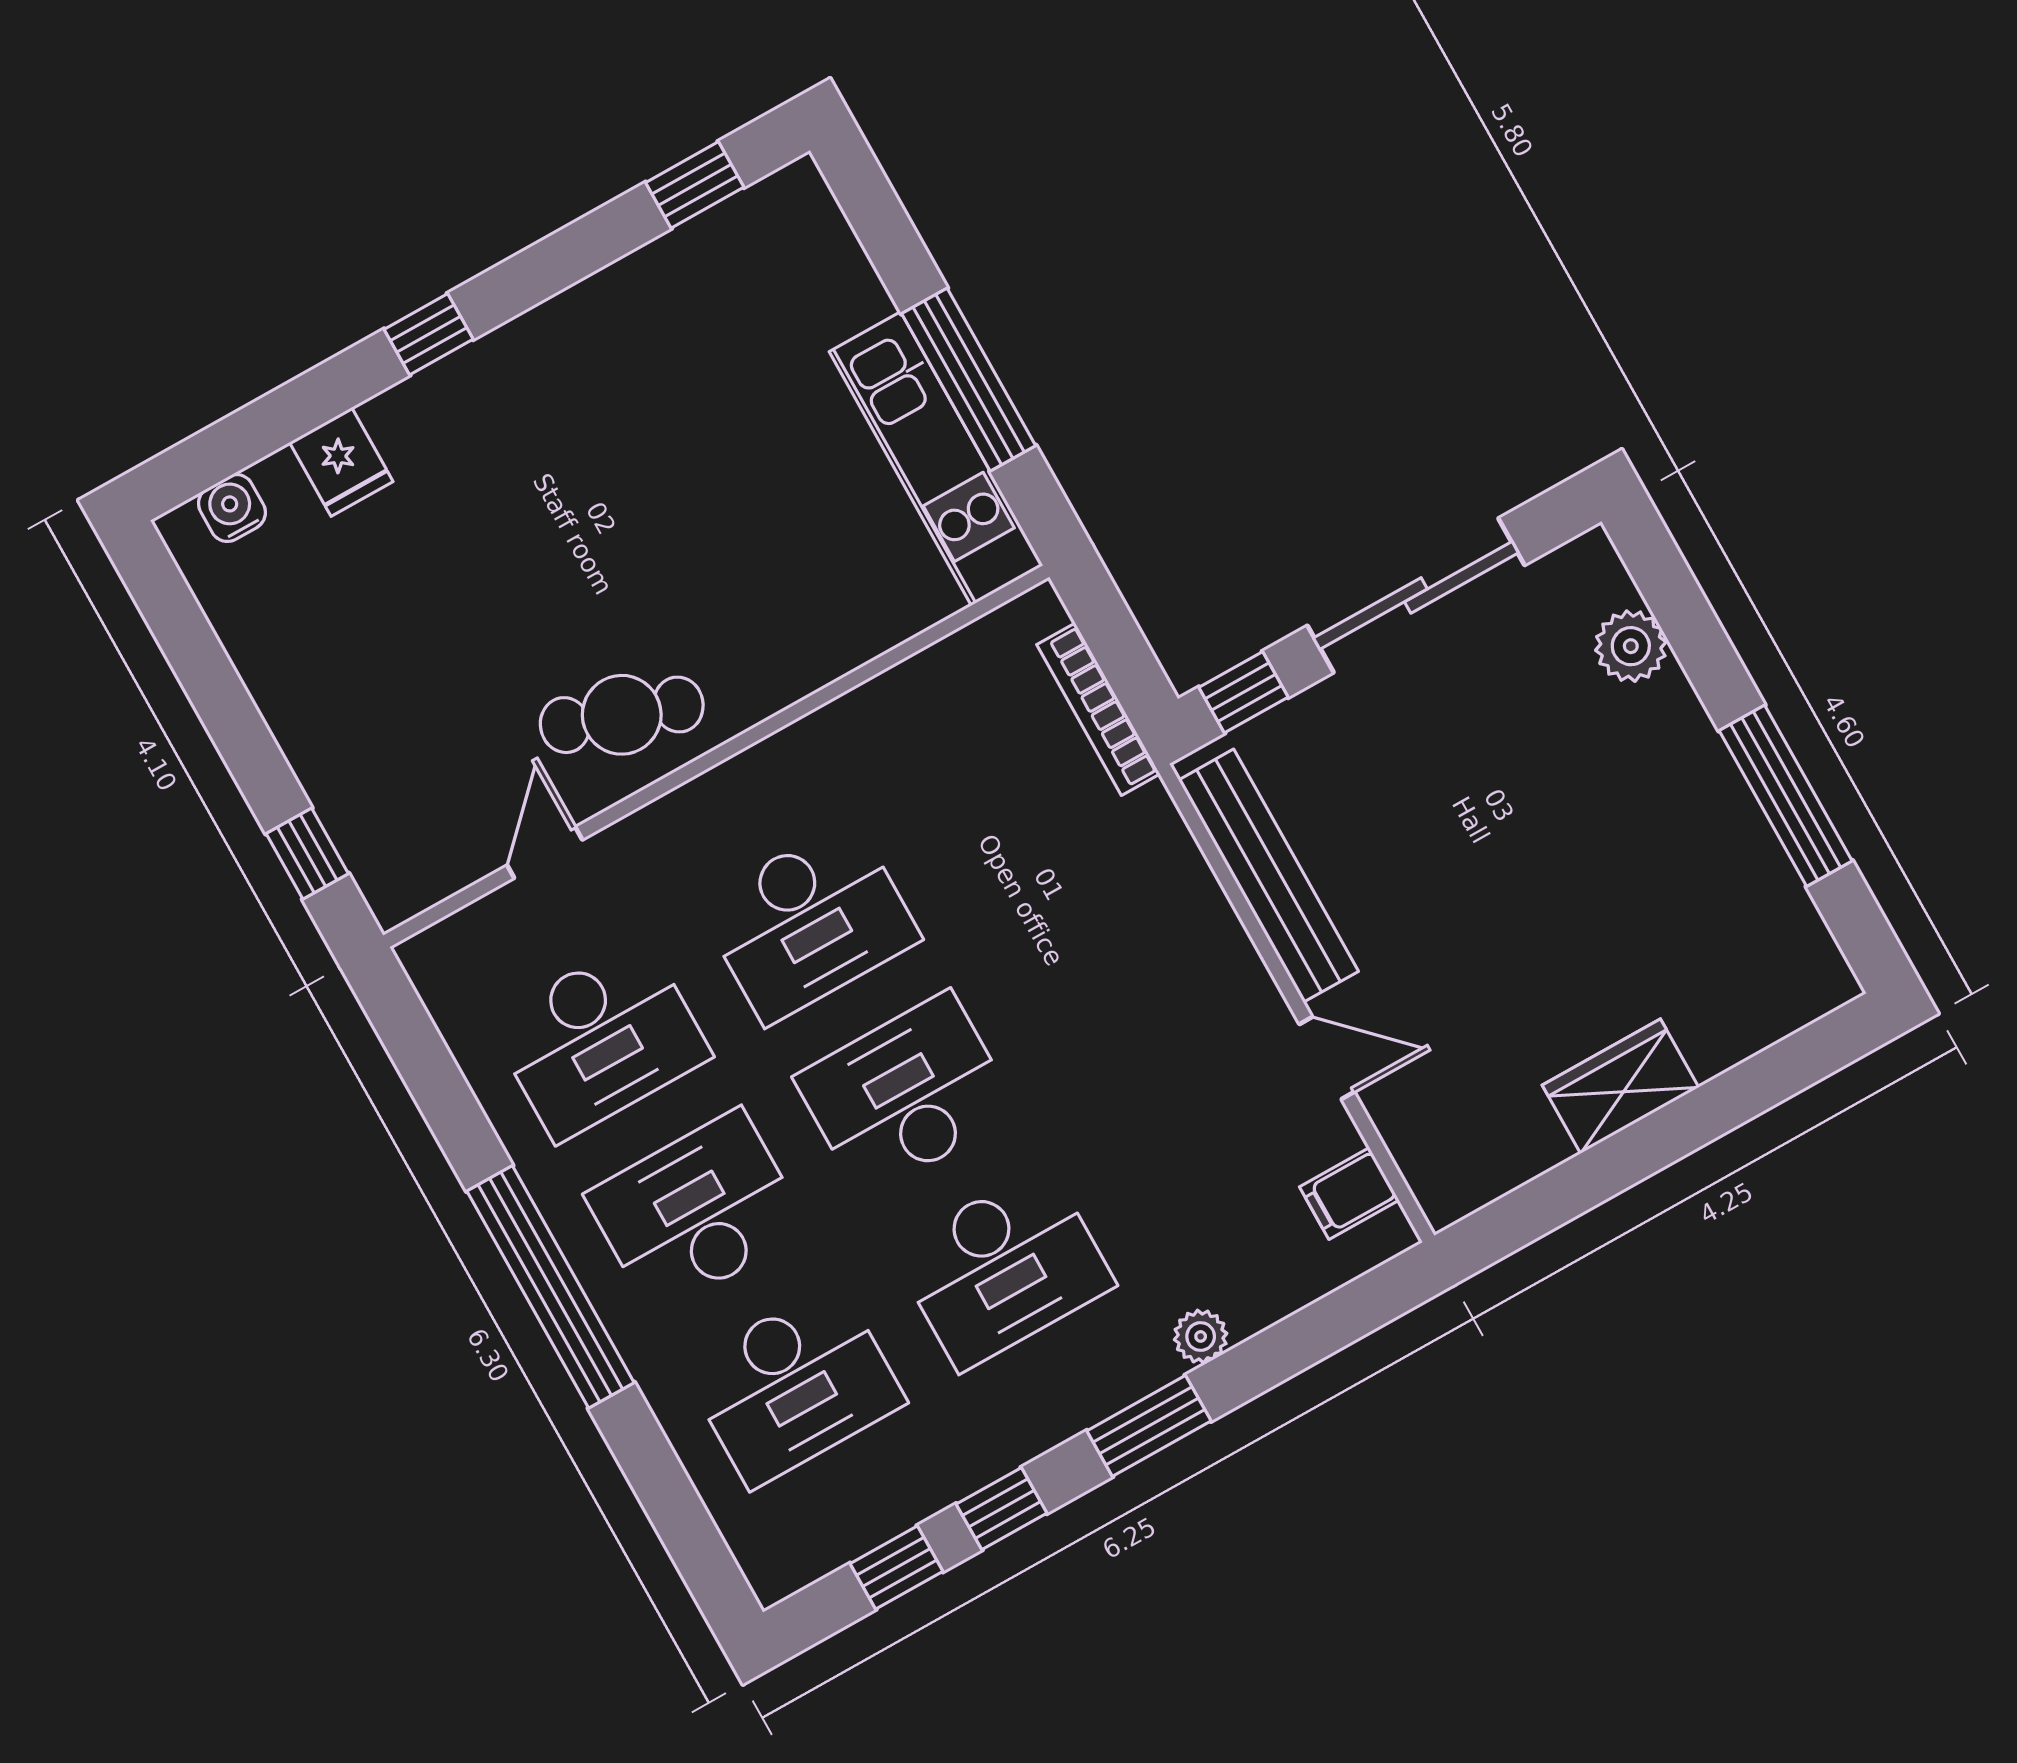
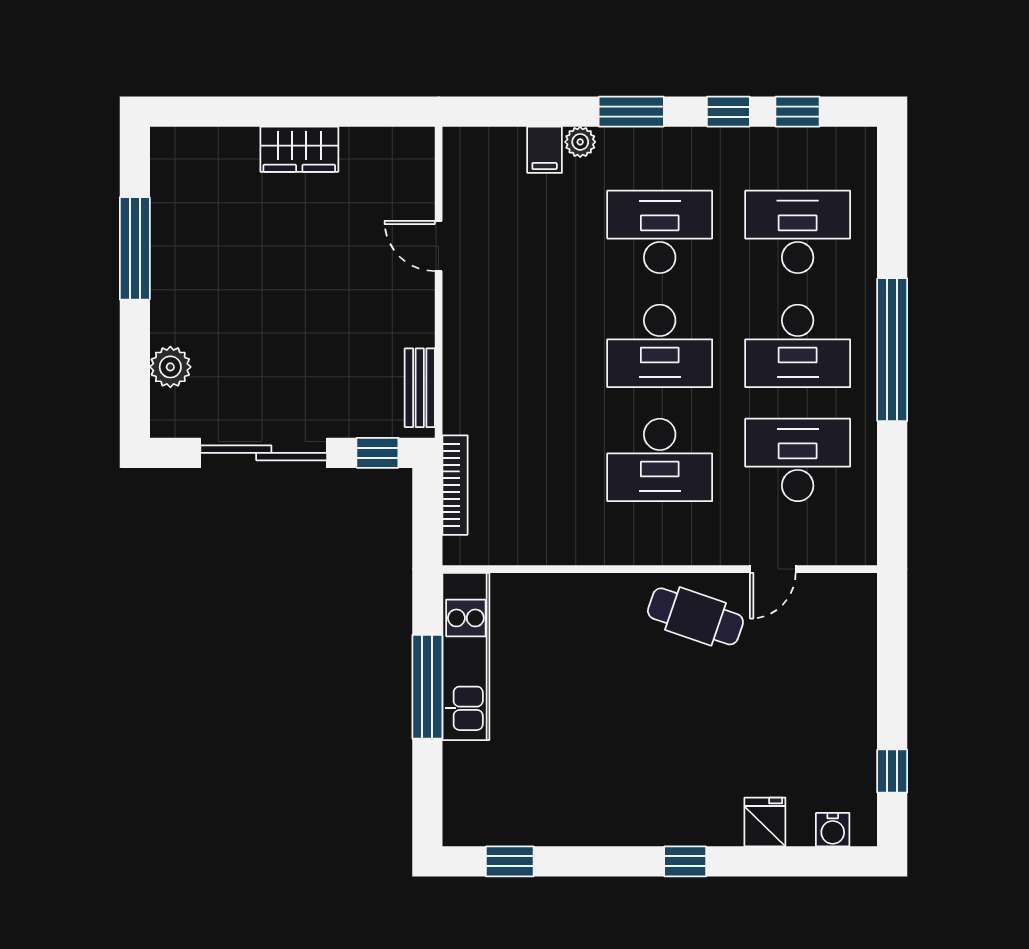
window: (307, 854) -> (892, 771), moved
bench: (1268, 876) -> (420, 388), width x0.54, depth x0.82
desk: (809, 922) -> (660, 460), turned 180
filing cabinet: (1349, 1193) -> (545, 150), moved, turned 90

